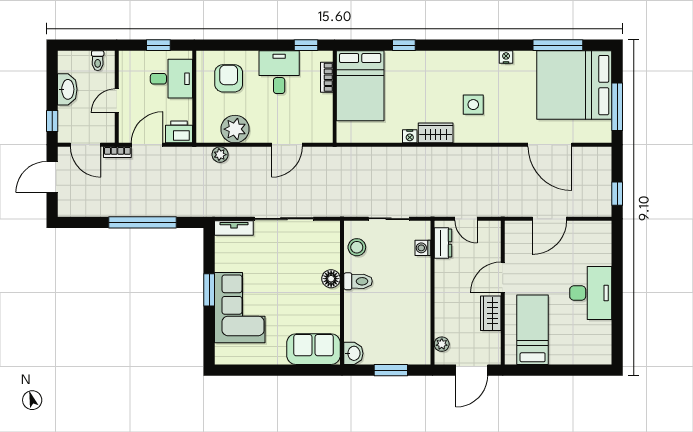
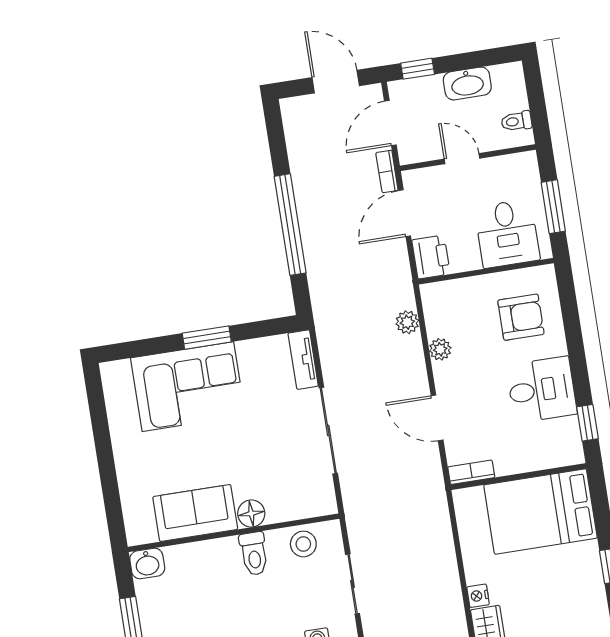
window: (158, 45) -> (553, 207), width x1.50
bookcase: (327, 77) -> (471, 472), moved
plant: (235, 129) -> (440, 349), width x0.53, depth x0.53
door: (147, 145) -> (405, 213), swing flipped
sofa: (314, 349) -> (195, 513), moved, turned -90

